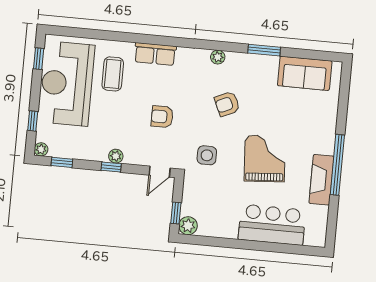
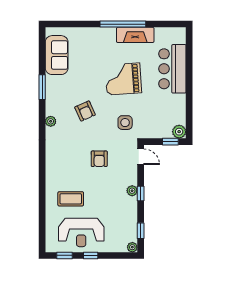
row of seats: (155, 54) -> (53, 168), removed
reception desk: (67, 84) -> (81, 232), width x0.74, depth x0.77
window: (33, 121) -> (91, 255), moved

